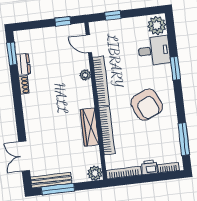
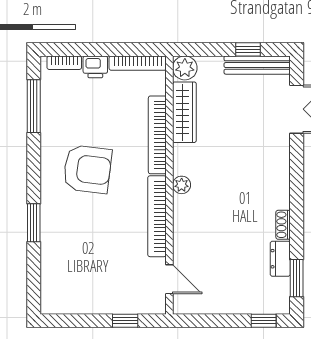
window: (63, 21) -> (264, 321), moved
plant: (157, 26) -> (56, 296), removed
desk: (154, 51) -> (65, 256), removed
plant: (85, 75) -> (182, 185), moved
armchair: (147, 105) -> (87, 169), turned 121
wardrobe: (90, 127) -> (184, 112), moved
window: (58, 189) -> (248, 49), width x0.46

